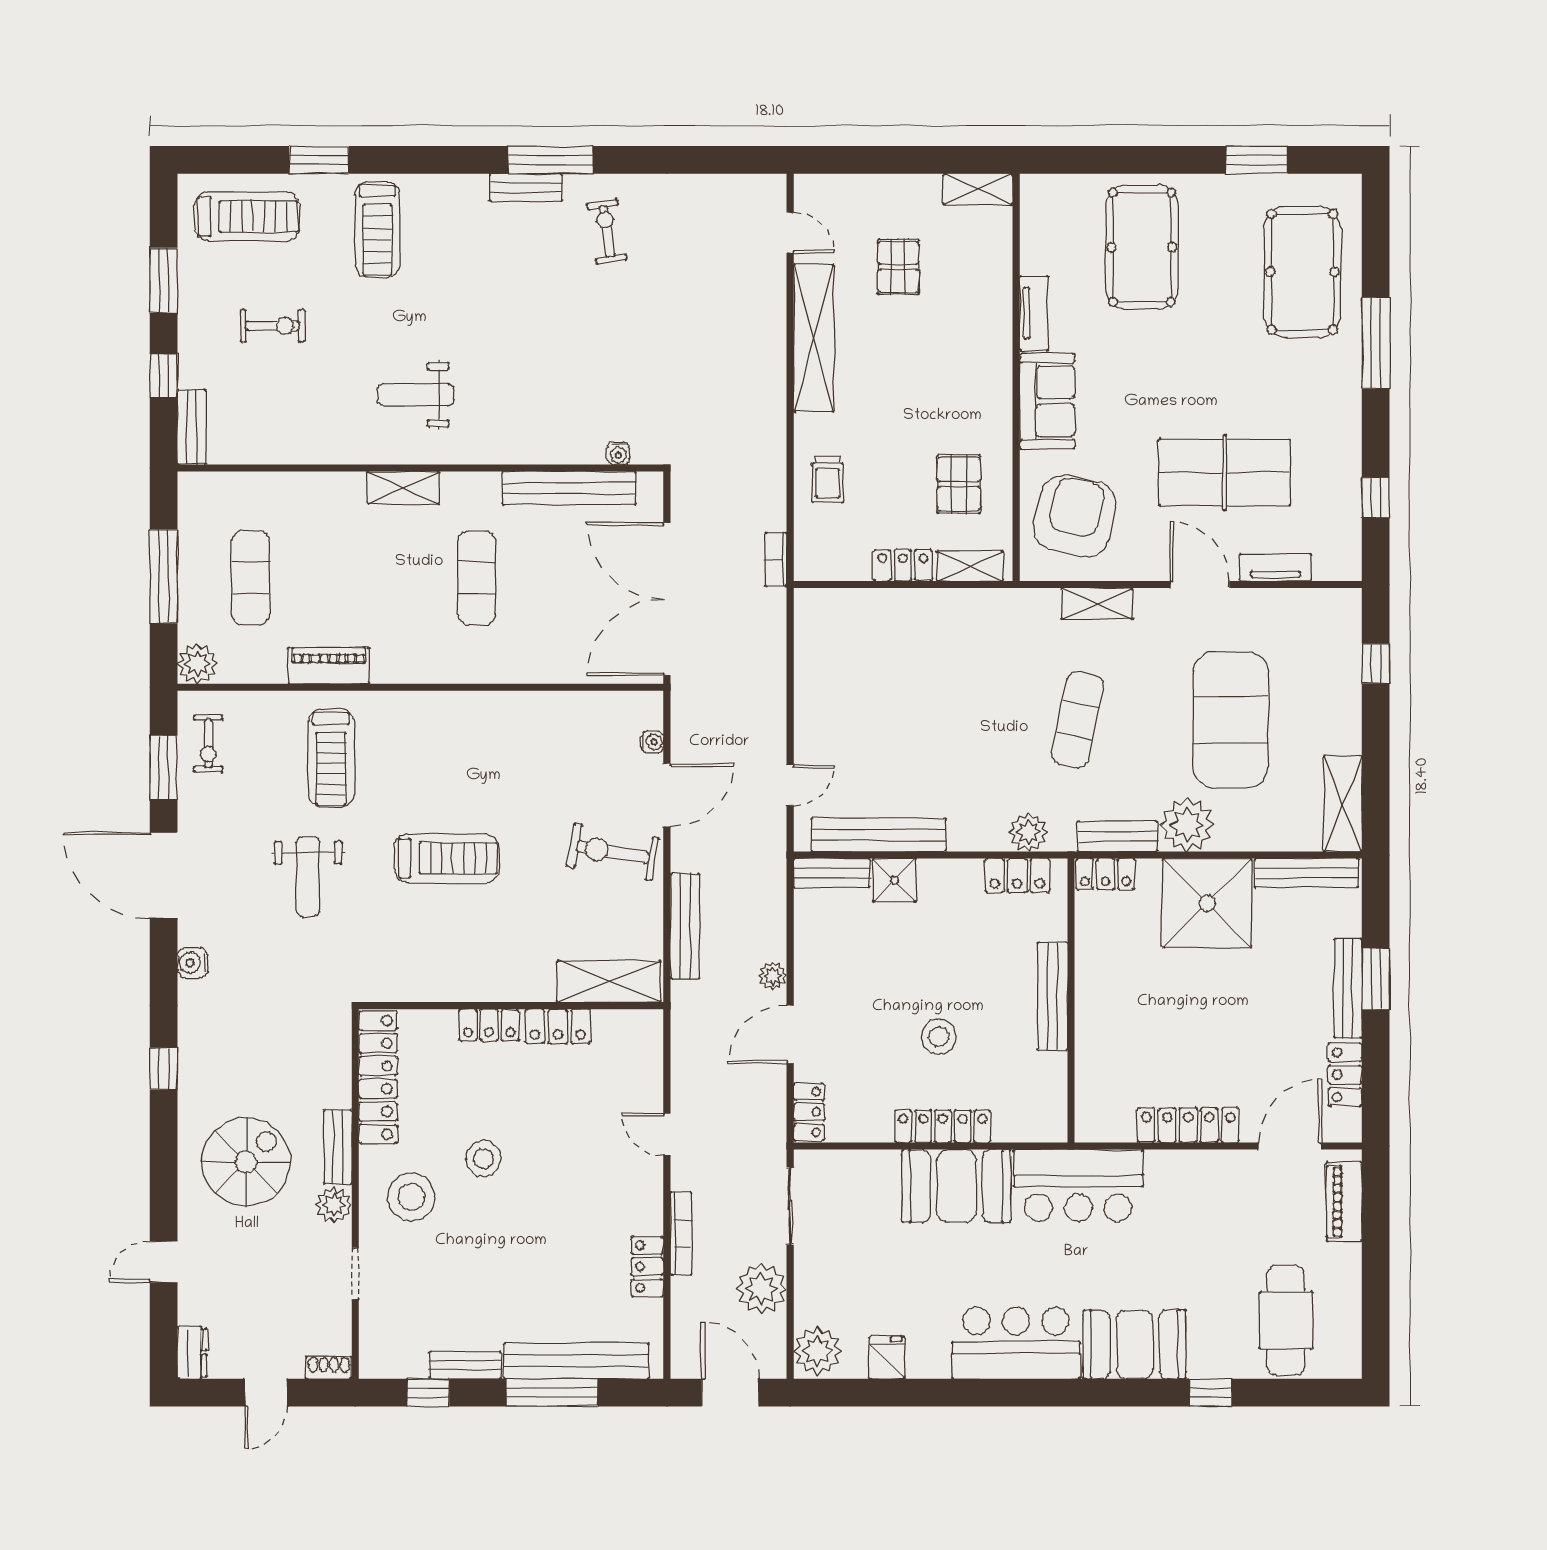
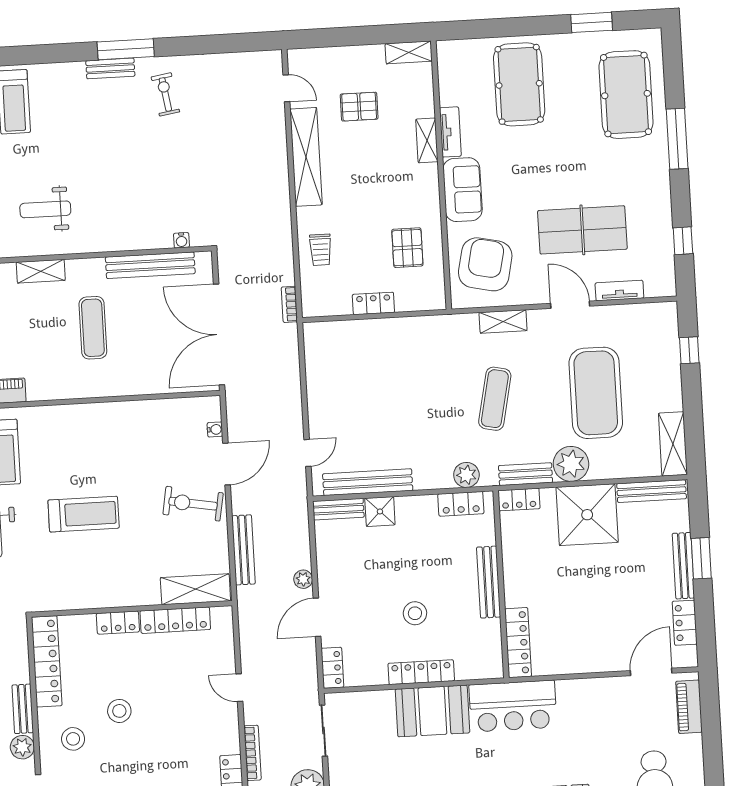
pallet: (898, 267) -> (359, 107), turned 90
shelving: (970, 566) -> (427, 140), moved, turned 90
locker: (558, 1026) -> (175, 620), width x1.53
locker: (1188, 1125) -> (518, 643), moved, turned 90
stool: (411, 1197) -> (73, 739), width x0.73, depth x0.73

